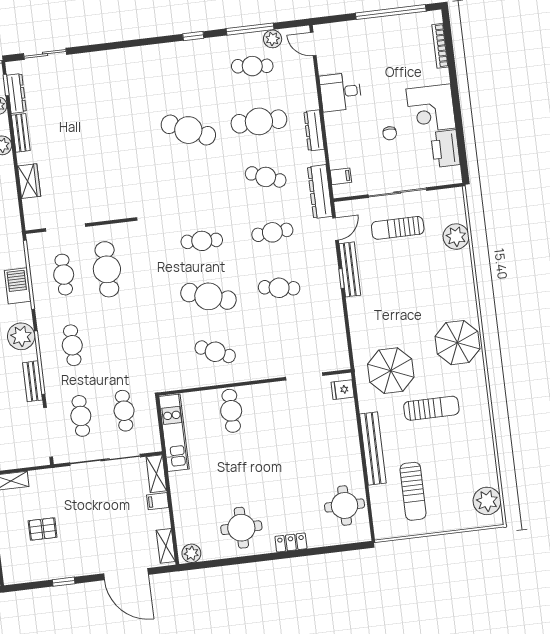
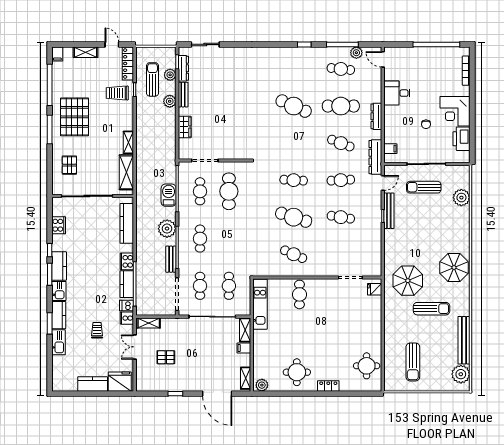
bench: (373, 449) -> (464, 340), moved

